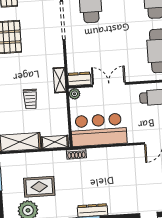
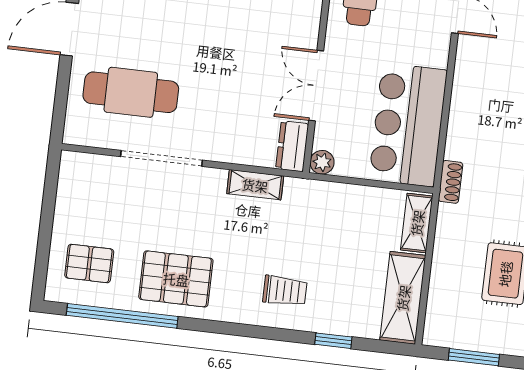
shelving: (60, 80) -> (255, 185), moved
trolley: (30, 99) -> (285, 291), moved

